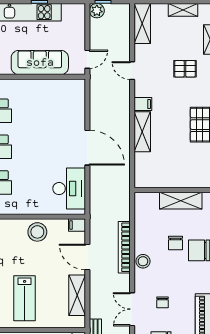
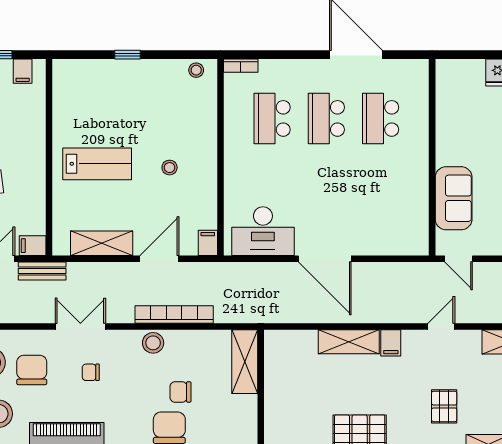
sofa: (40, 63) -> (454, 198), width x0.73
door: (87, 148) -> (325, 259), hinge flipped
shelving: (181, 201) -> (245, 362), moved
stool: (37, 232) -> (170, 168), moved, width x0.53, depth x0.53
lab bench: (25, 298) -> (97, 164), turned 180

